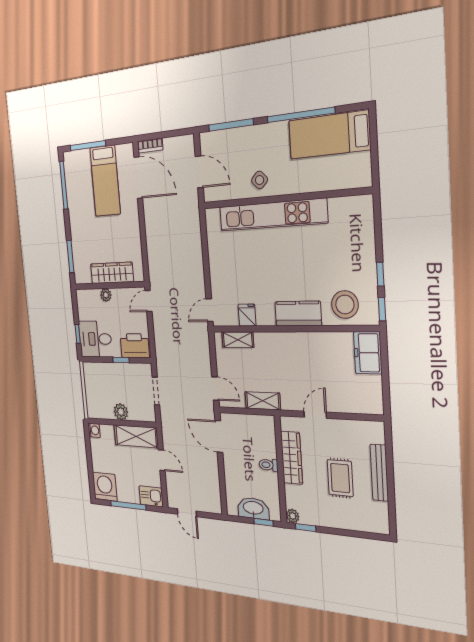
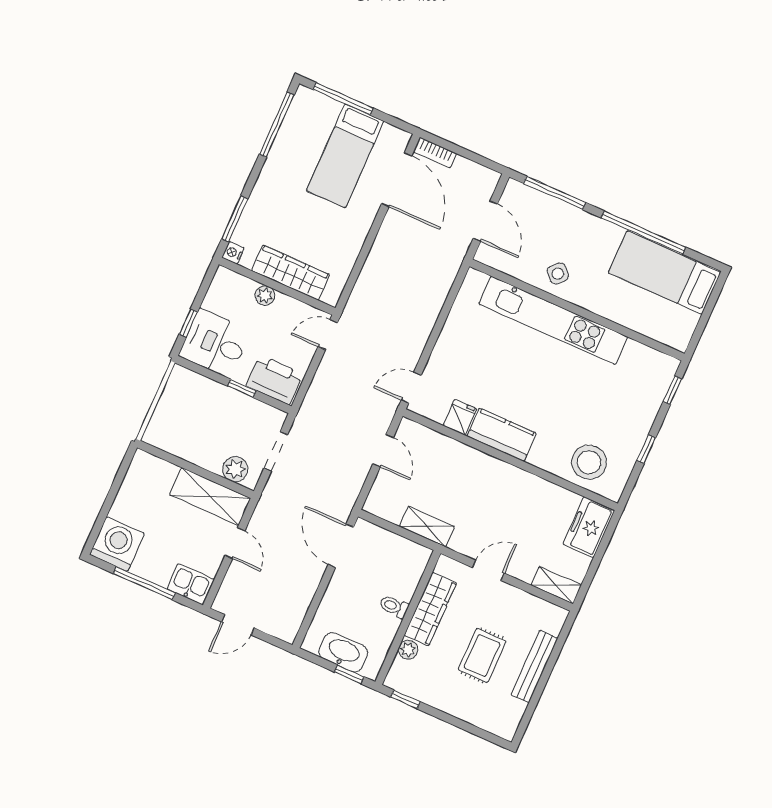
nightstand: (79, 278) -> (233, 253), added
window: (382, 309) -> (672, 390), moved
kitchen counter: (298, 314) -> (502, 435), moved
shelving: (238, 340) -> (556, 585), moved
door: (215, 388) -> (383, 451), moved
plant: (121, 412) -> (235, 469), moved
washing machine: (94, 430) -> (142, 461), removed
door: (187, 513) -> (238, 625), hinge flipped
plant: (293, 516) -> (408, 650), moved

